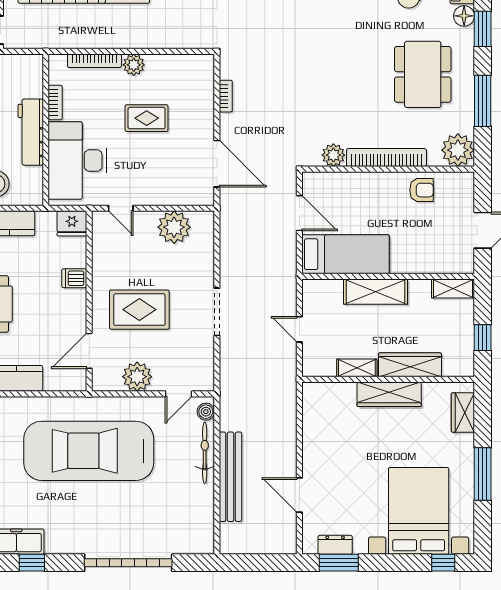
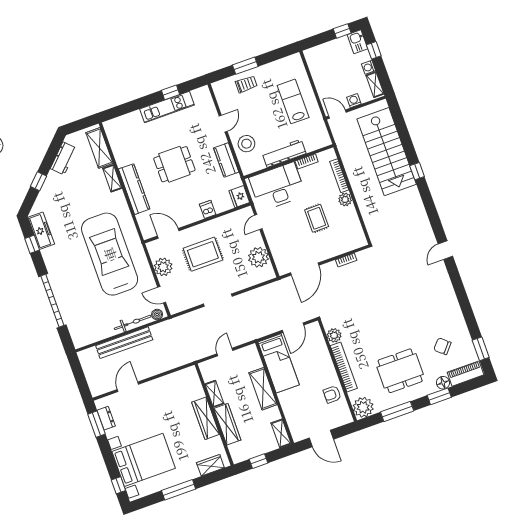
armchair: (422, 190) -> (332, 394), turned 90
rug: (139, 310) -> (203, 254), turned 90

